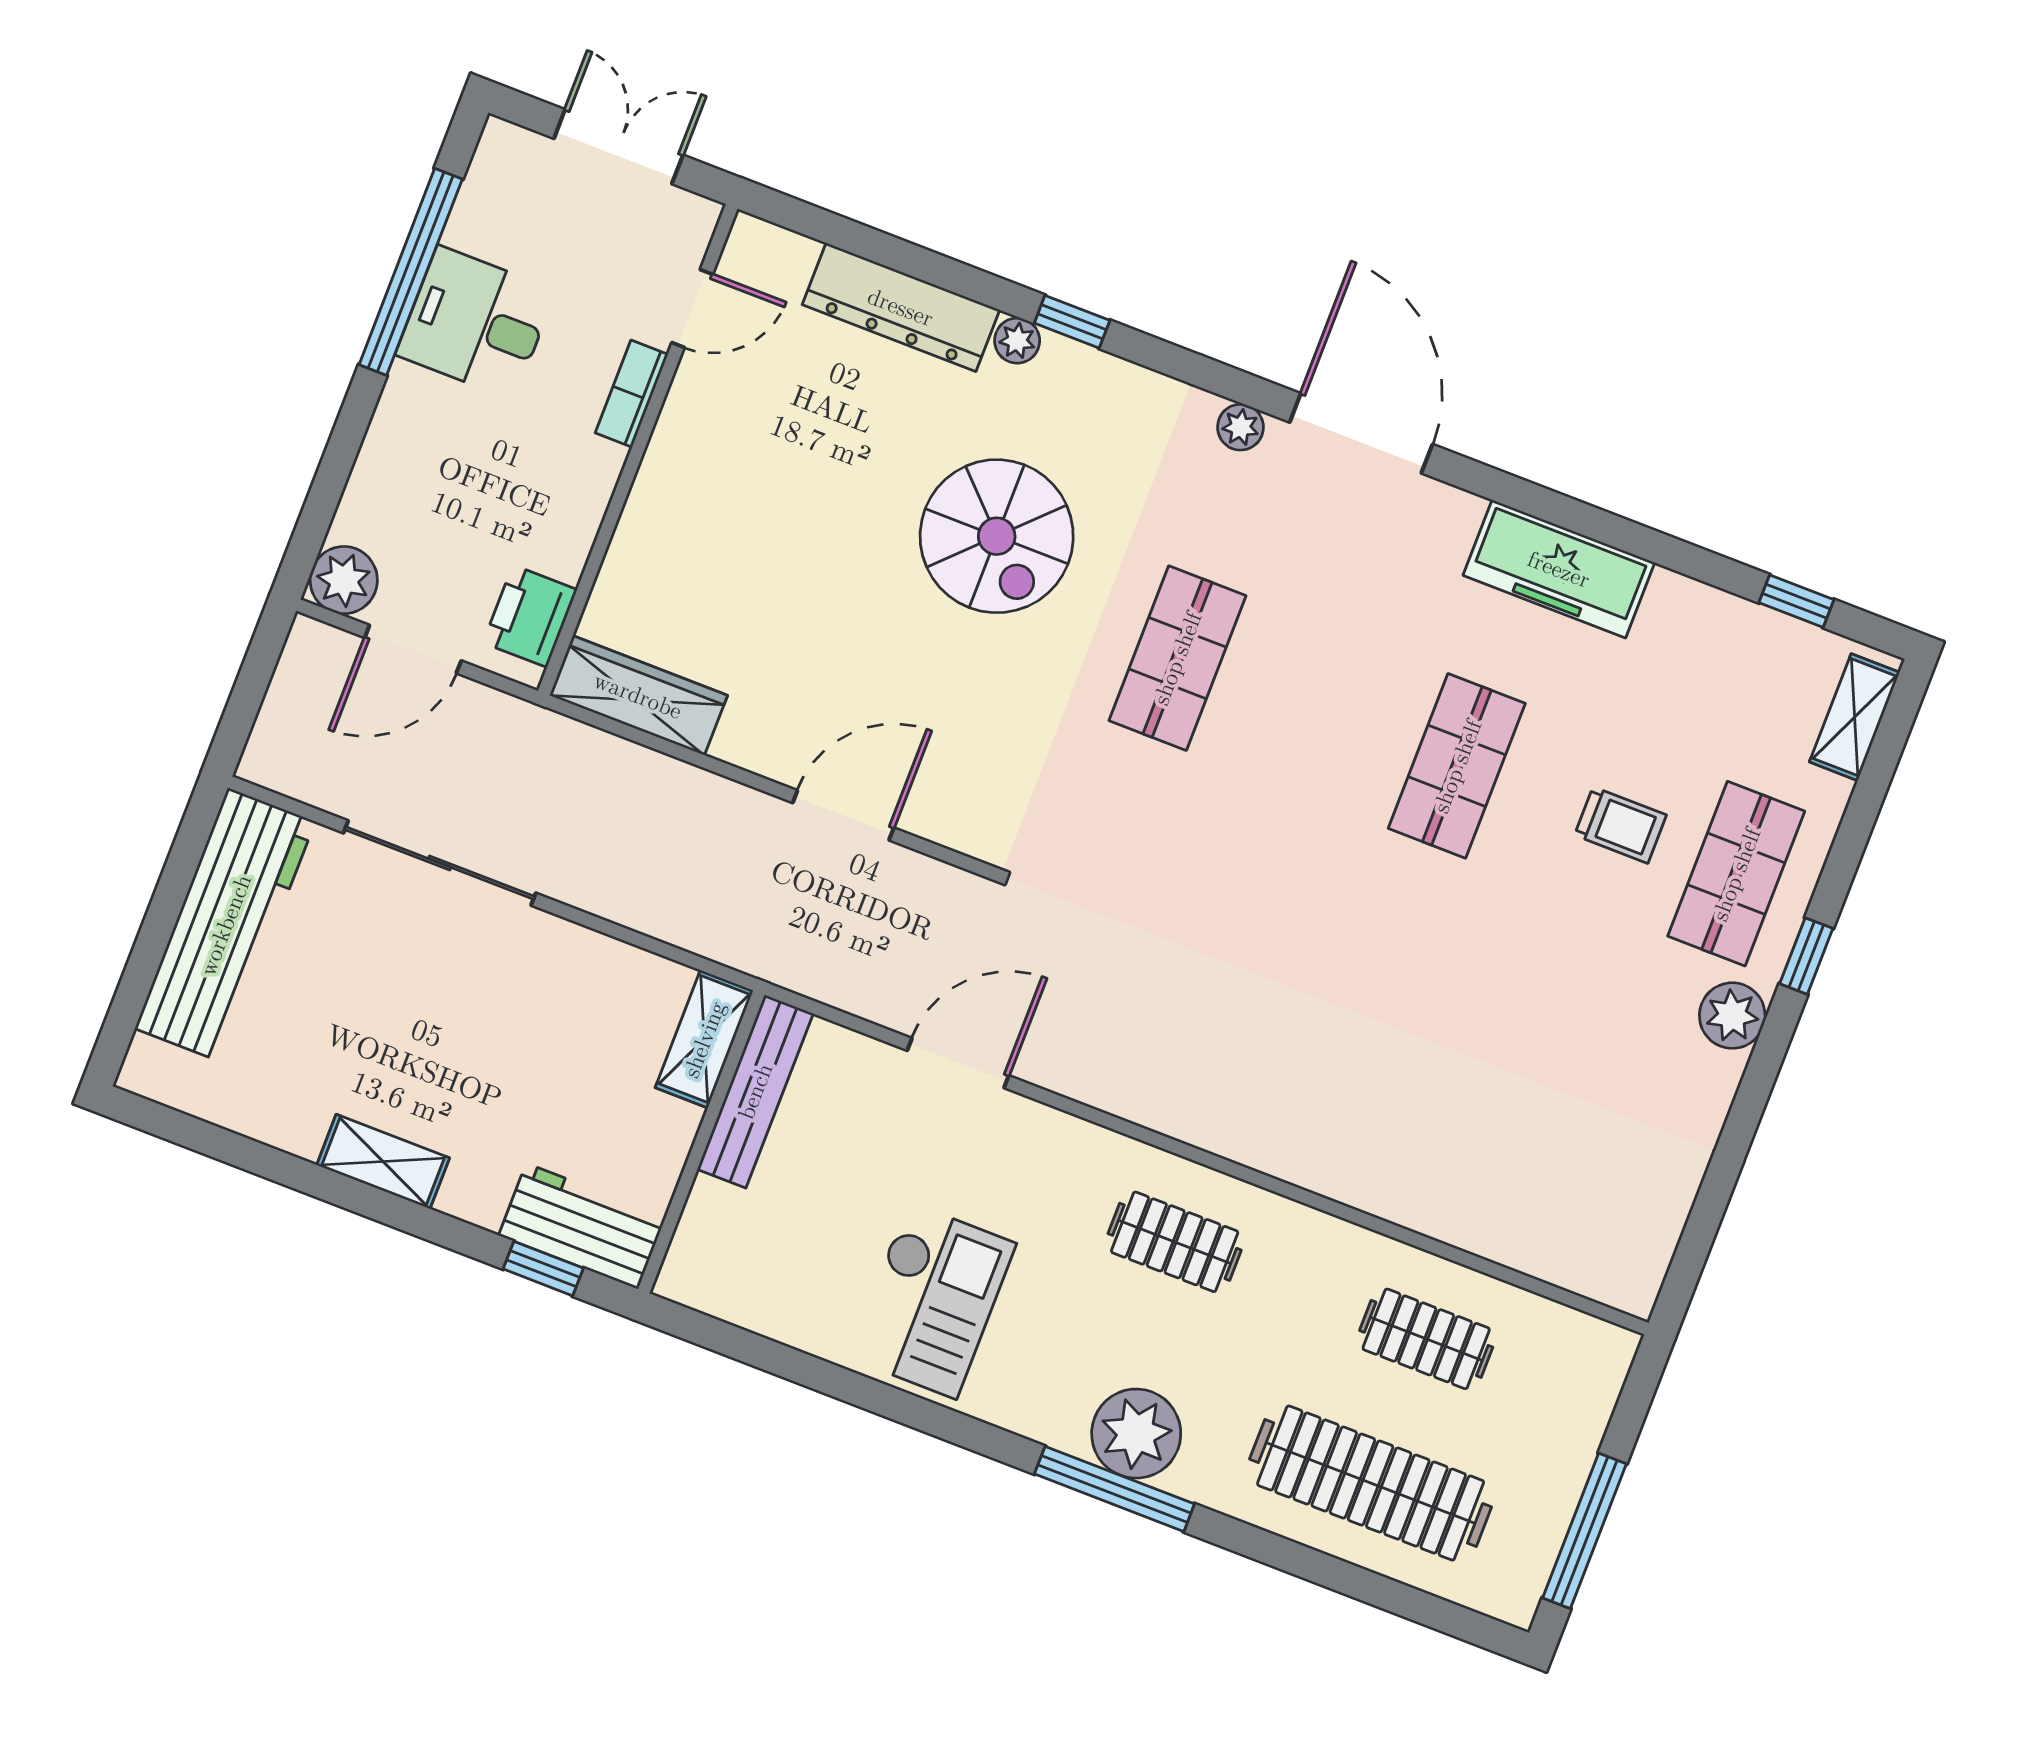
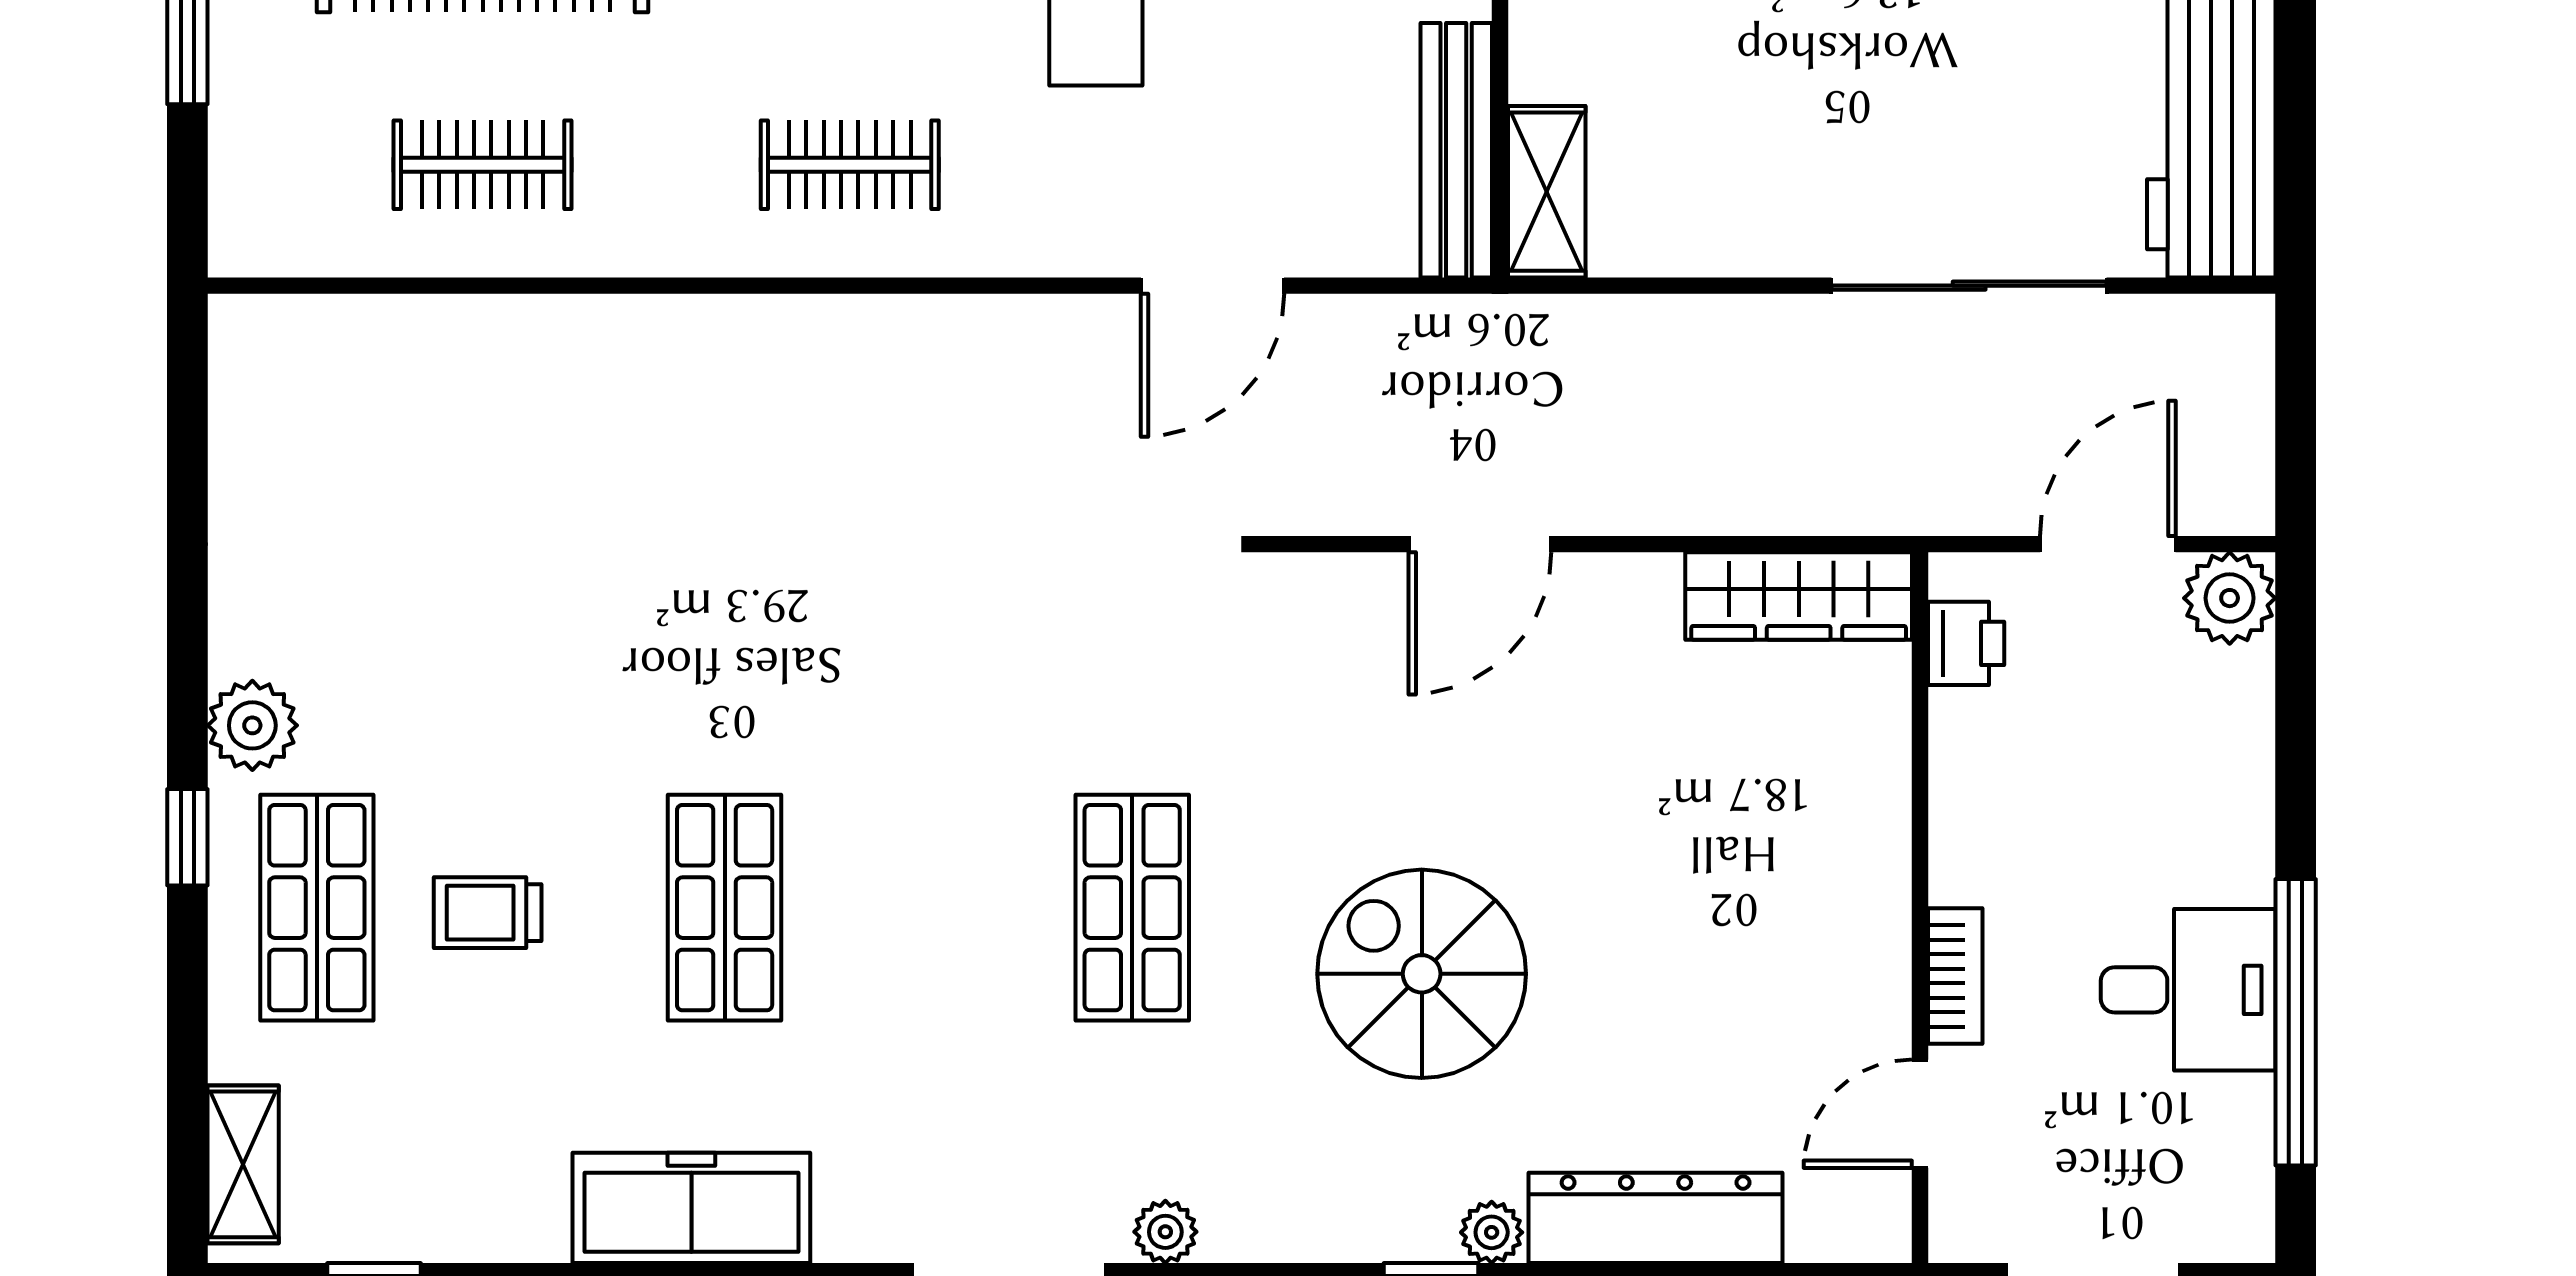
printer: (530, 616) -> (1966, 643), width x0.73, depth x0.81

